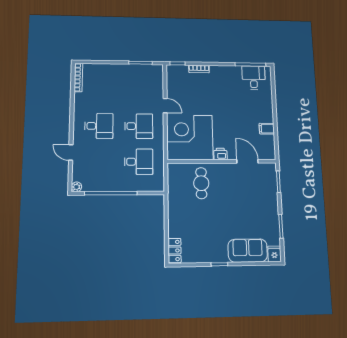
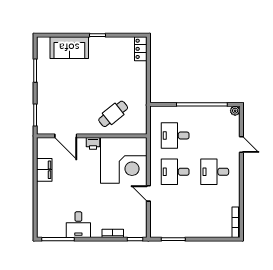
desk: (254, 78) -> (78, 225), moved
filing cabinet: (267, 129) -> (44, 170), width x2.00
cafe table: (201, 183) -> (113, 114), turned 51
fridge: (274, 254) -> (43, 44), removed

